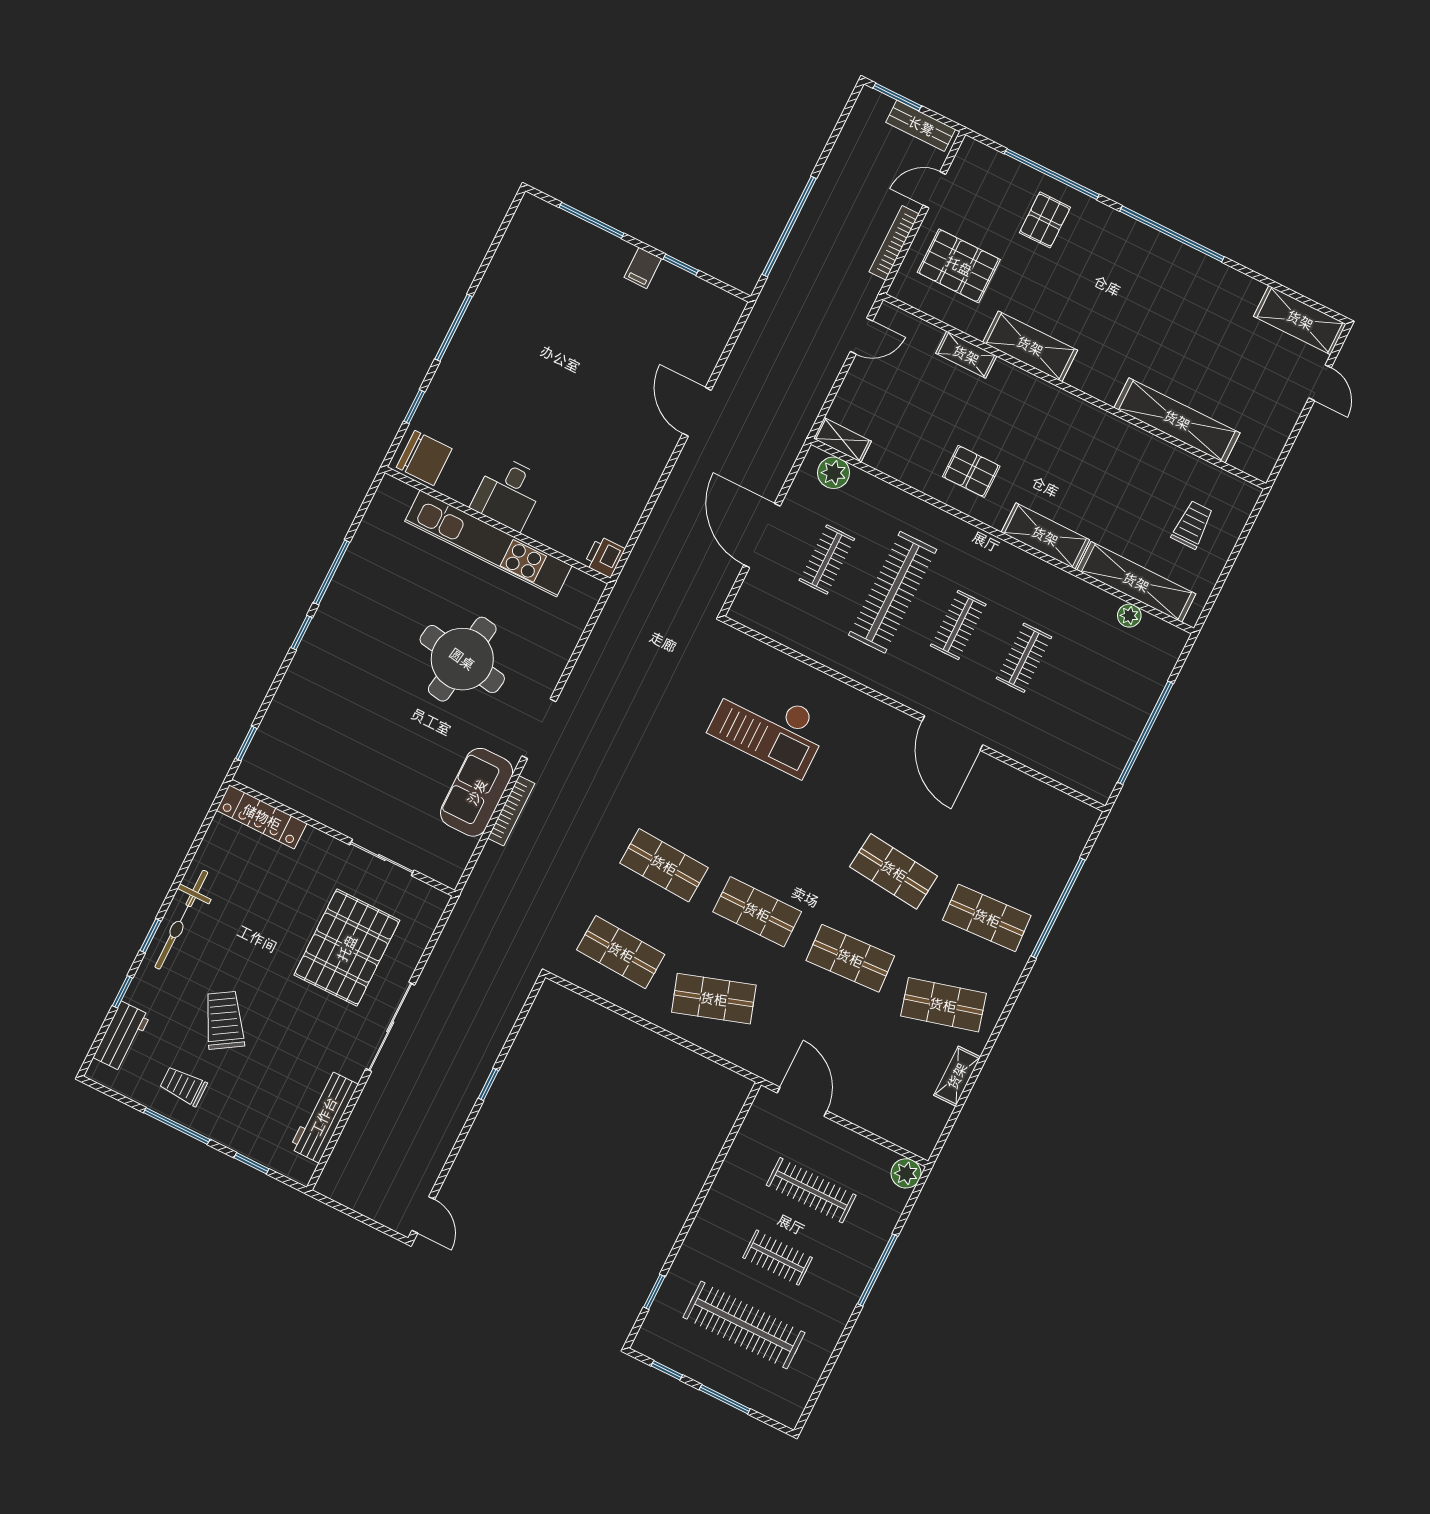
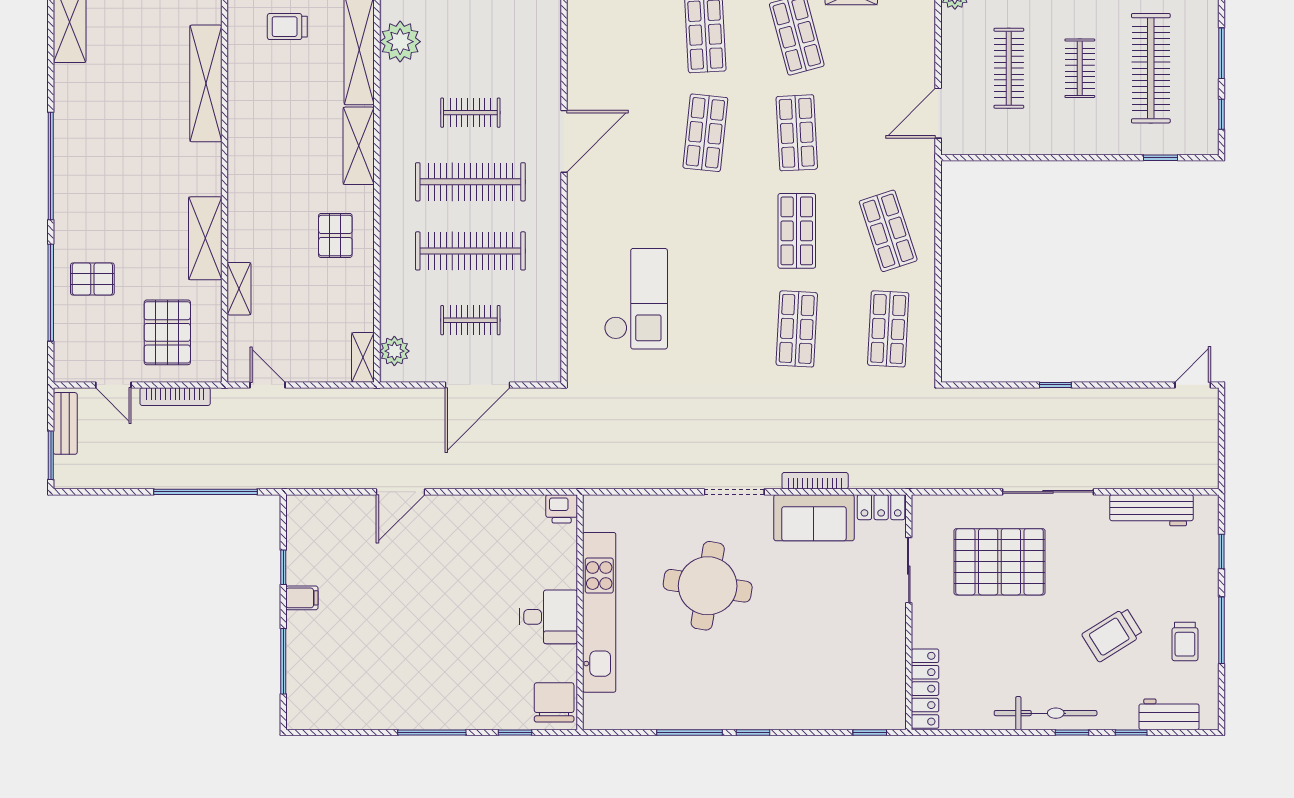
plant: (1129, 616) -> (400, 42), width x1.87, depth x1.87
clothes rail: (958, 625) -> (470, 182), width x1.86, depth x1.31
locker: (455, 861) -> (881, 507), added

